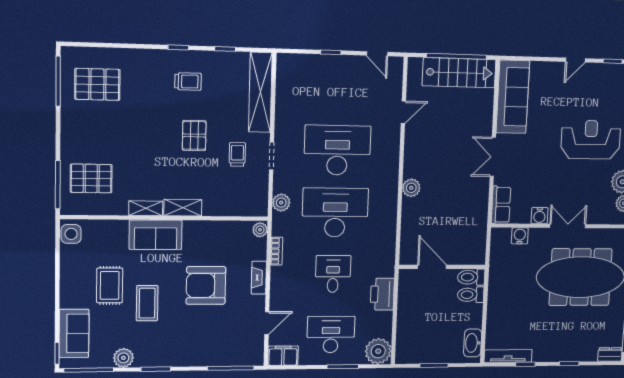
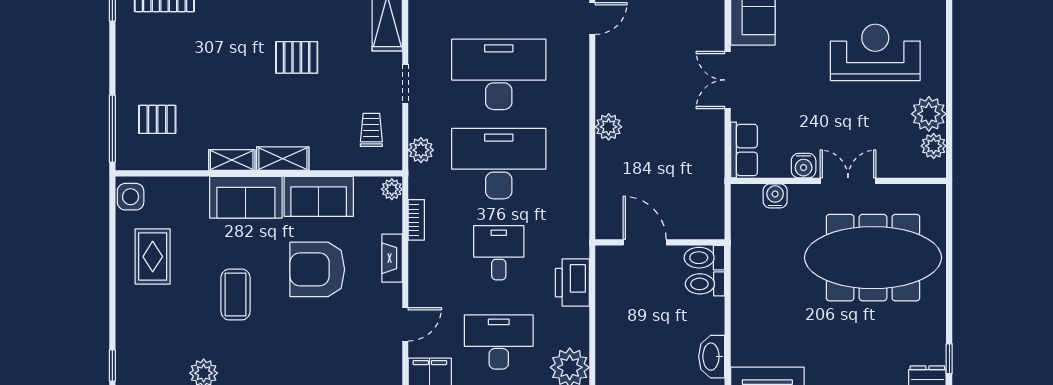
pallet: (194, 135) -> (297, 57), turned 90
trolley: (237, 154) -> (371, 130), moved
pallet: (91, 178) -> (157, 119), width x0.67, depth x0.71
rug: (110, 285) -> (153, 257), moved
sofa: (74, 333) -> (319, 196), moved, turned 90

